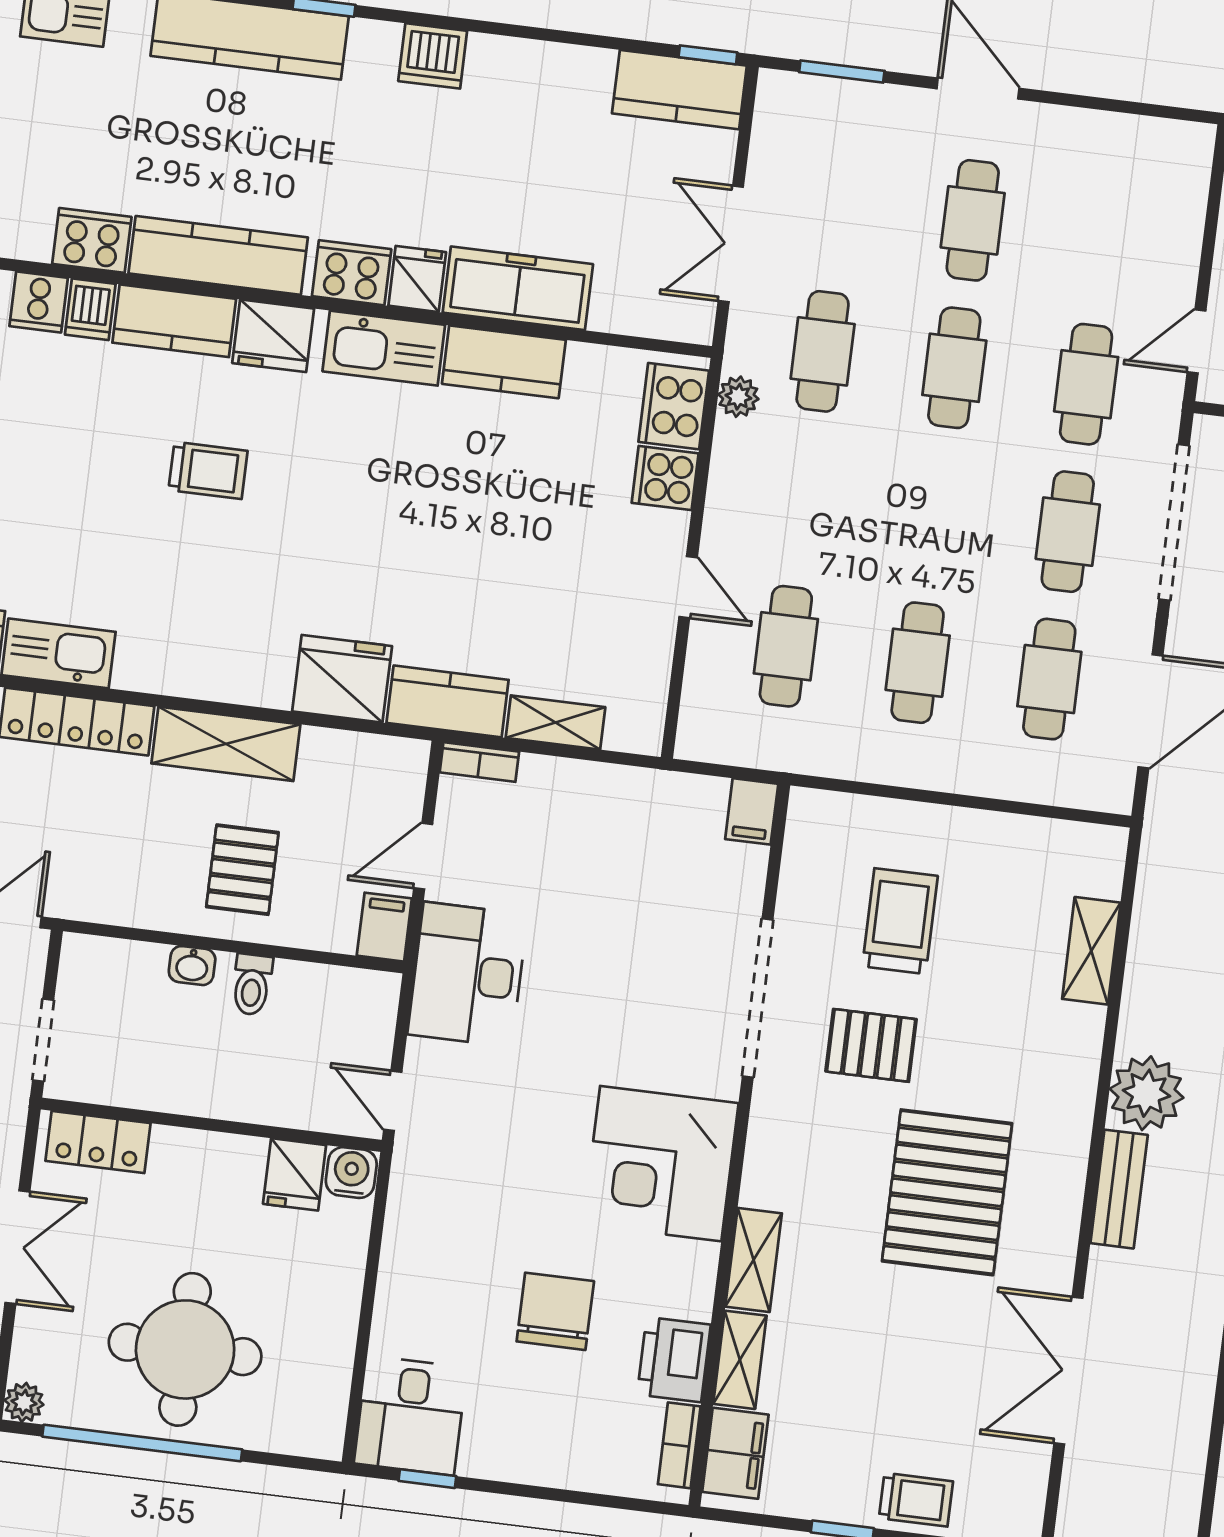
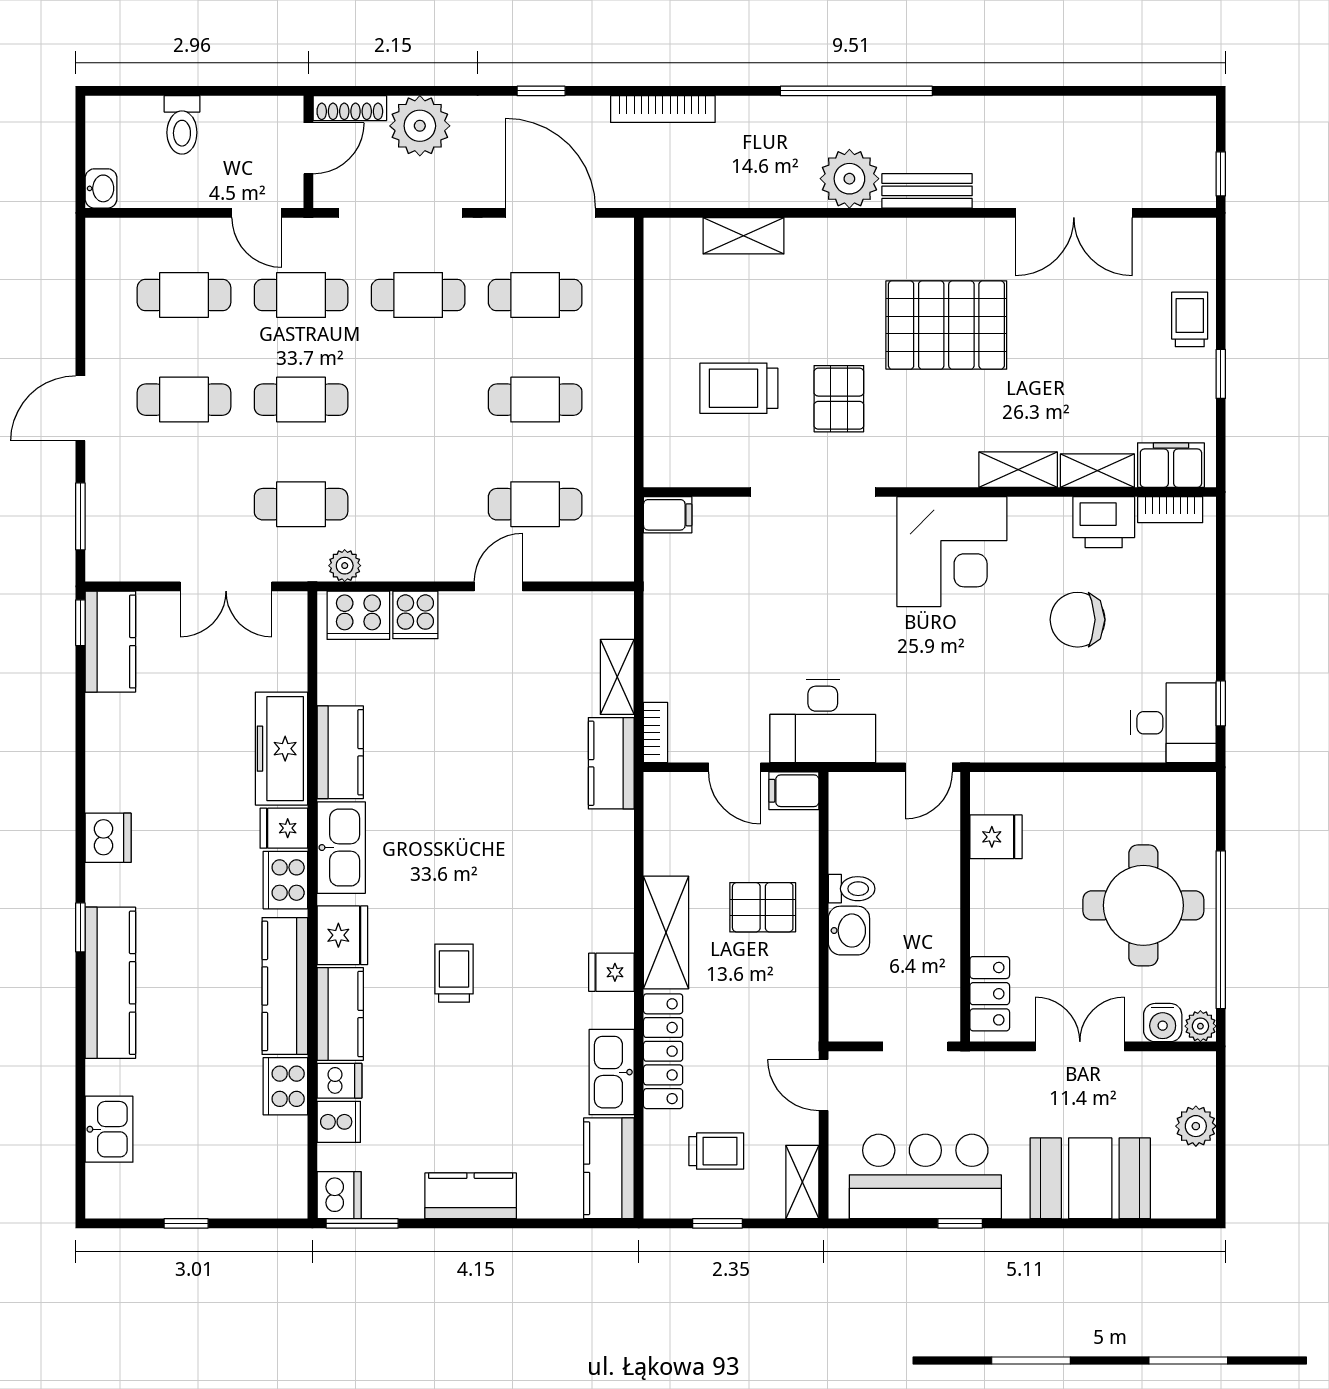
cafe table: (1104, 237) -> (184, 295), added
fridge: (342, 679) -> (611, 972), moved, width x0.53, depth x0.75
washbasin: (192, 966) -> (849, 931), width x1.38, depth x1.45
water cooler: (351, 1173) -> (1163, 1023), moved, turned -90

